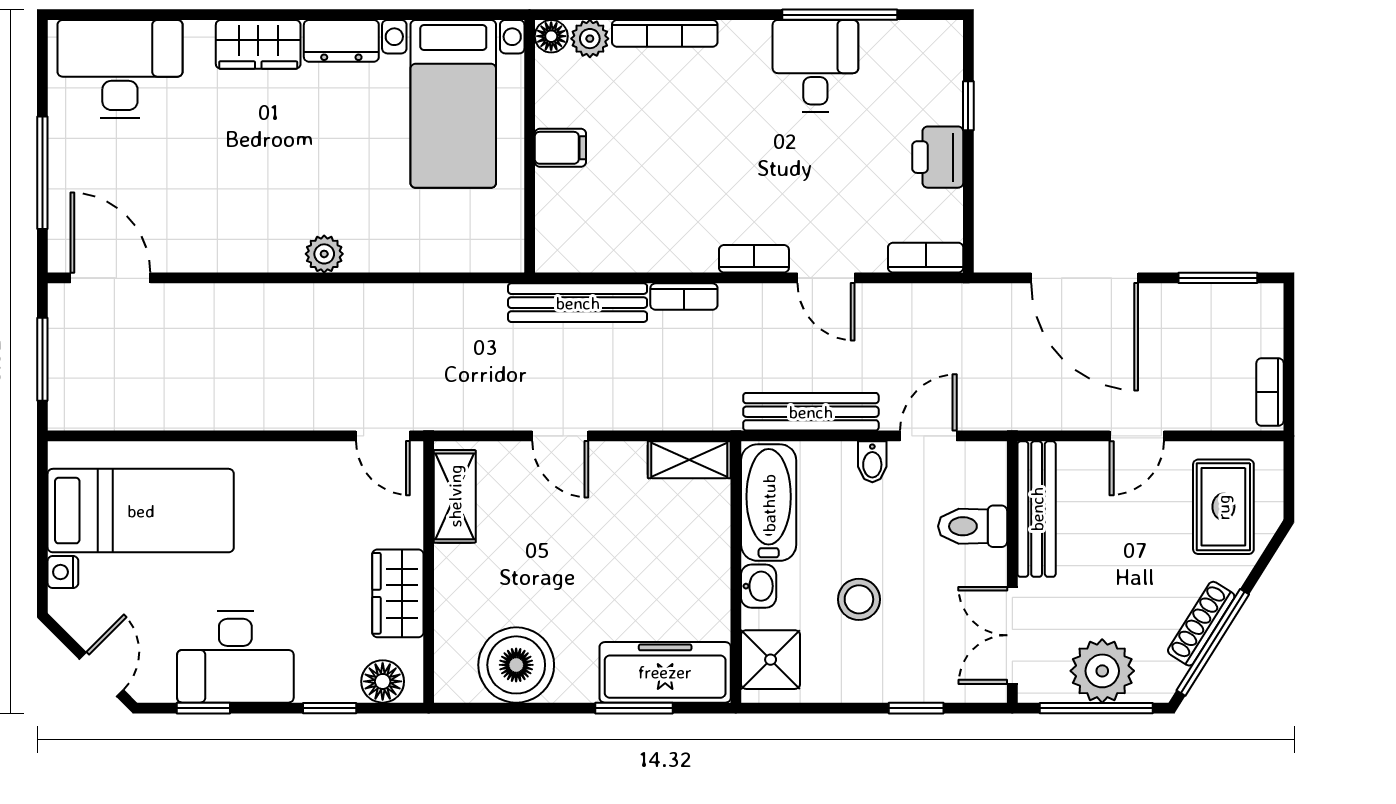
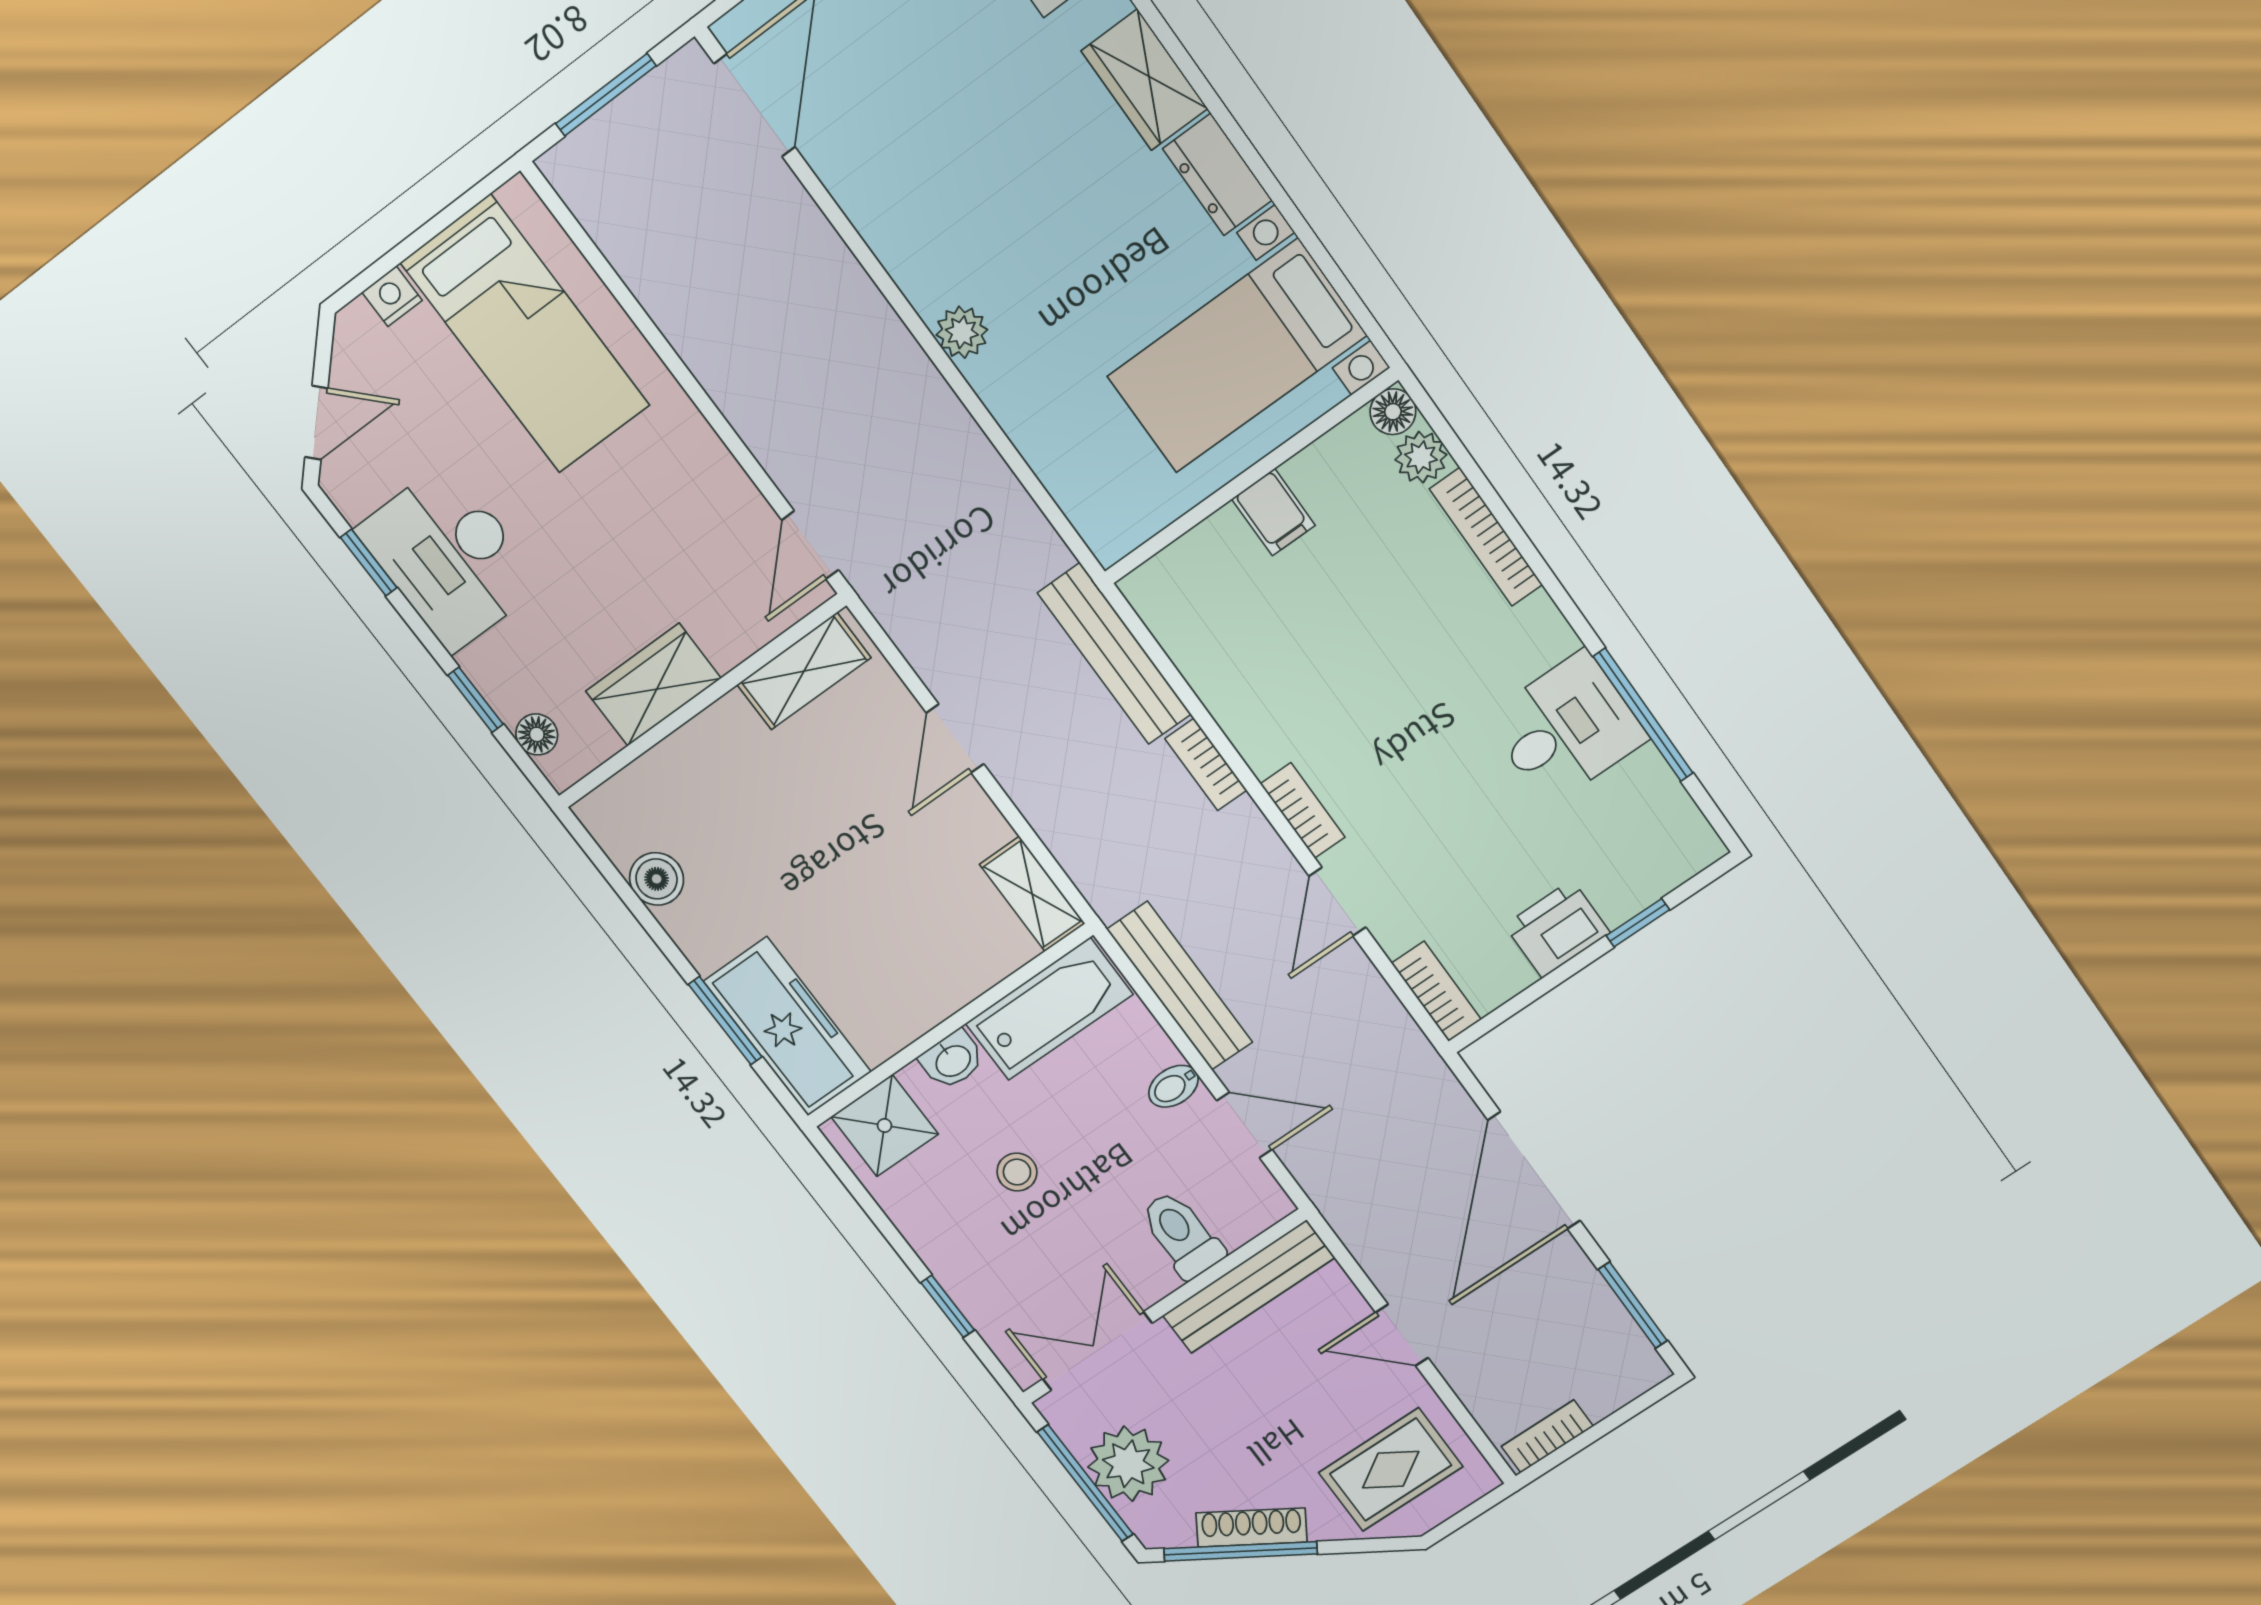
stool: (859, 599) -> (1017, 1172), width x0.73, depth x0.73
boiler: (516, 665) -> (657, 879), width x0.54, depth x0.54
floor lamp: (383, 681) -> (537, 734), width x0.73, depth x0.73

